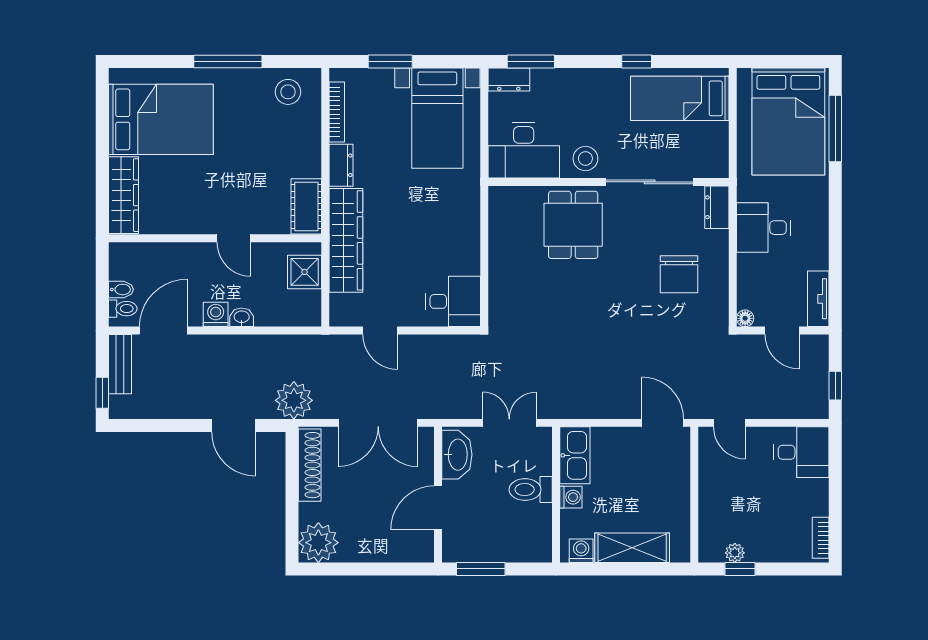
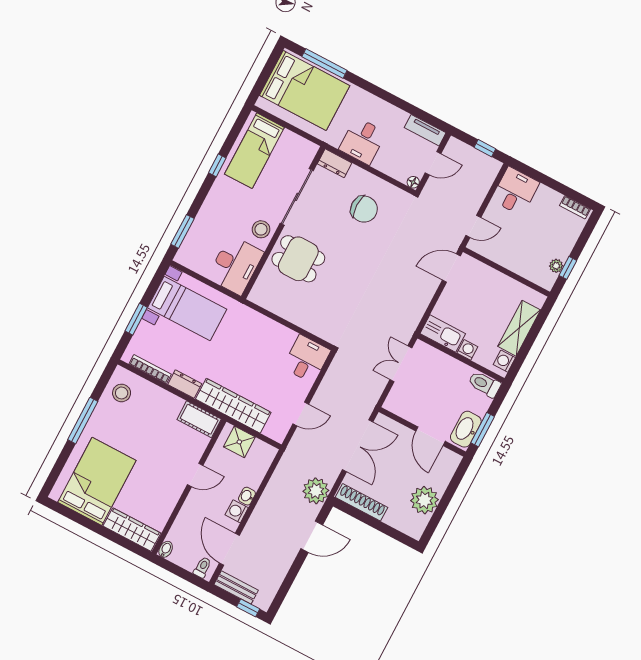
dresser: (509, 80) -> (186, 251), removed
bidet: (121, 289) -> (166, 549), moved
washbasin: (457, 455) -> (466, 429), moved, turned -90
toilet: (531, 490) -> (484, 384), moved, turned 90
plant: (318, 543) -> (424, 500), moved

